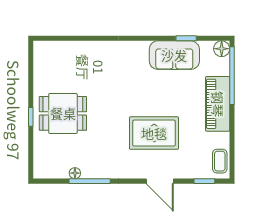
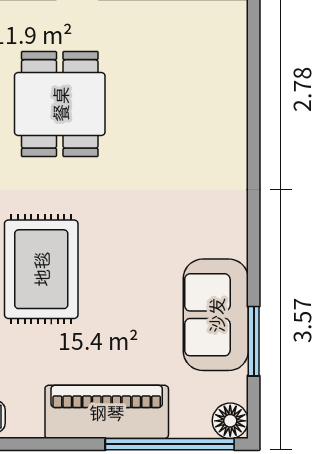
window: (186, 38) -> (254, 341), width x1.50
dining table: (63, 113) -> (60, 104), moved

